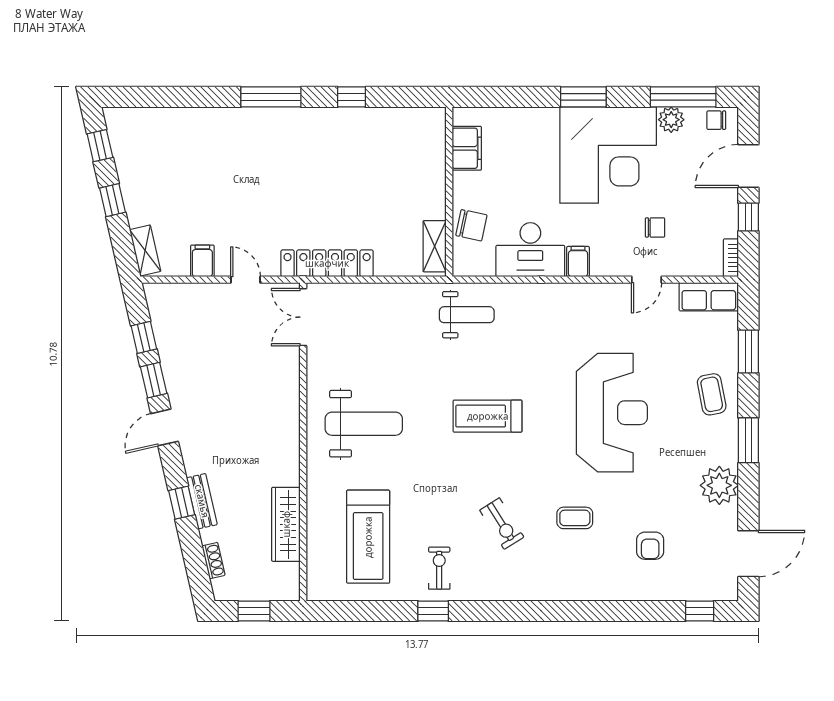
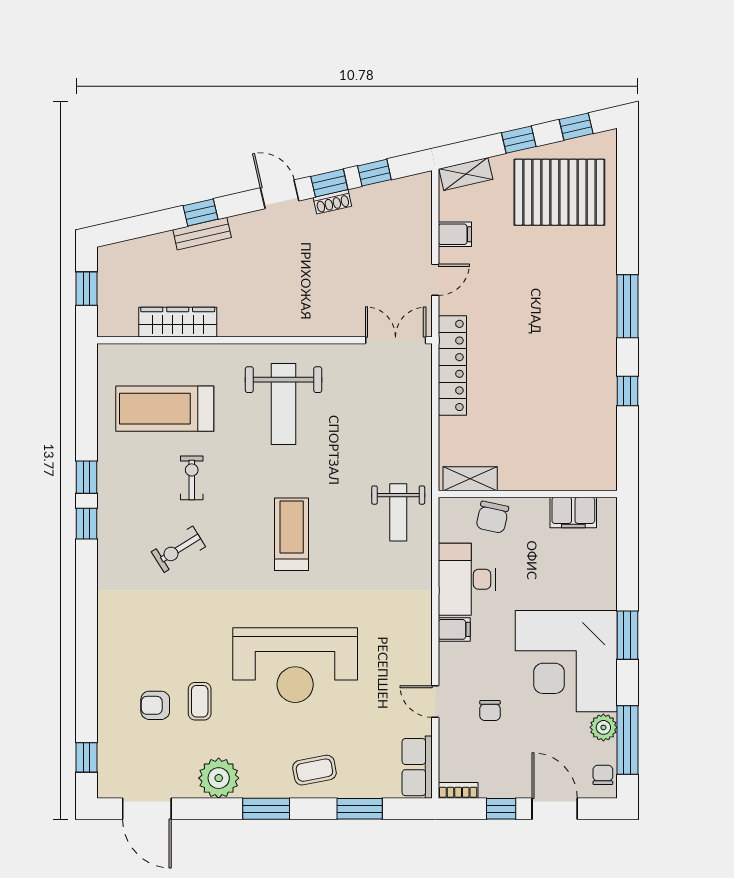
pallet: (162, 161) -> (559, 192), added
coffee table: (575, 518) -> (200, 701), moved
shoe rack: (213, 561) -> (332, 202), moved
exercise bike: (439, 568) -> (192, 478), moved, turned -90
window: (477, 611) -> (86, 524), added

